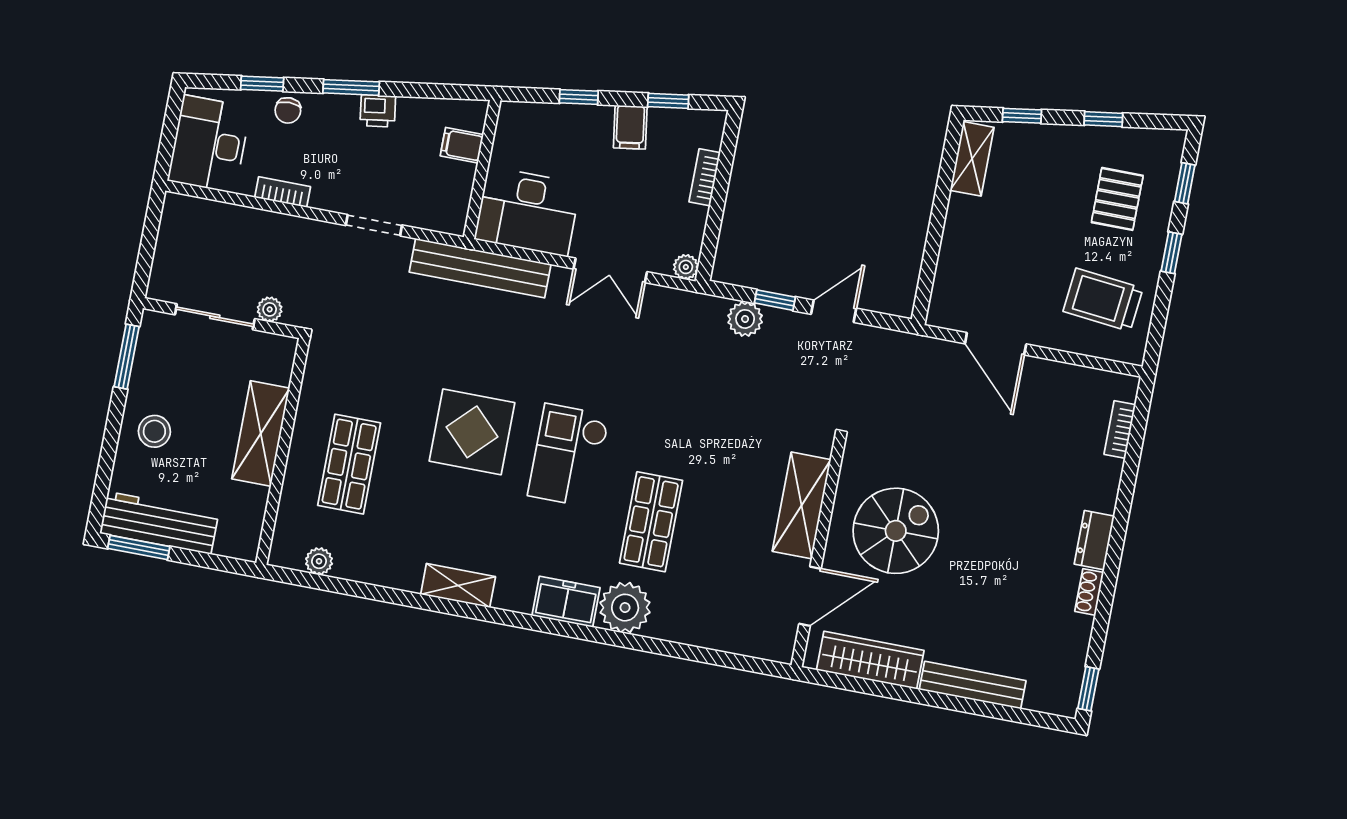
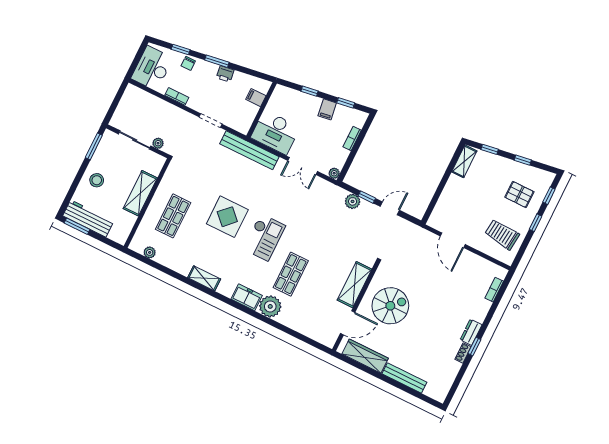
pallet: (1117, 199) -> (519, 194), turned 90
checkout: (569, 455) -> (264, 237), turned 180
window: (1088, 689) -> (474, 346), moved

